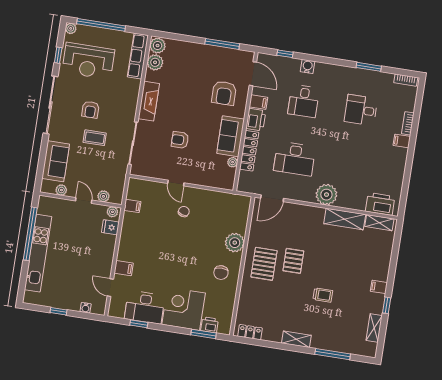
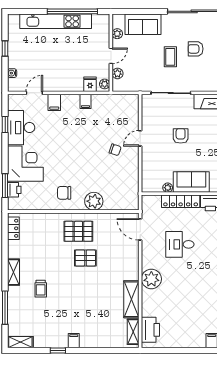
desk: (295, 159) -> (180, 244), width x0.73
filing cabinet: (132, 206) -> (86, 101), moved
trolley: (323, 295) -> (41, 289), moved
shelving: (374, 328) -> (20, 342), moved

